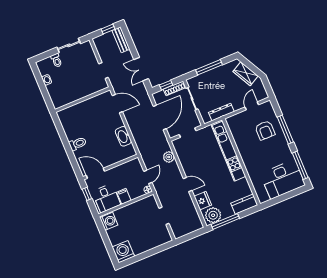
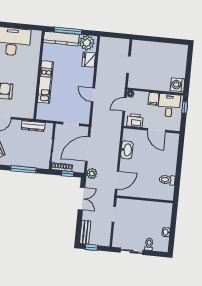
door: (117, 104) -> (117, 180), swing flipped
toilet: (78, 144) -> (167, 180), moved
kitchen unit: (229, 151) -> (45, 82), width x0.73
plant: (169, 157) -> (92, 174), moved
printer: (130, 167) -> (135, 121), added
door: (95, 173) -> (157, 130), moved
door: (188, 184) -> (93, 95), moved
window: (87, 194) -> (185, 107), moved
kitchen counter: (244, 204) -> (61, 38), width x1.50
window: (225, 221) -> (68, 31), moved
washing machine: (123, 252) -> (179, 53), removed

